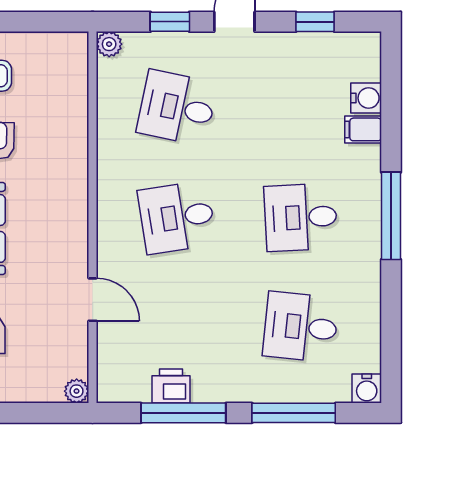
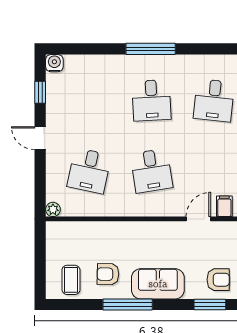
window: (170, 22) -> (40, 175), removed
water cooler: (366, 98) -> (54, 63), moved
filing cabinet: (363, 129) -> (224, 206), moved, turned 180

